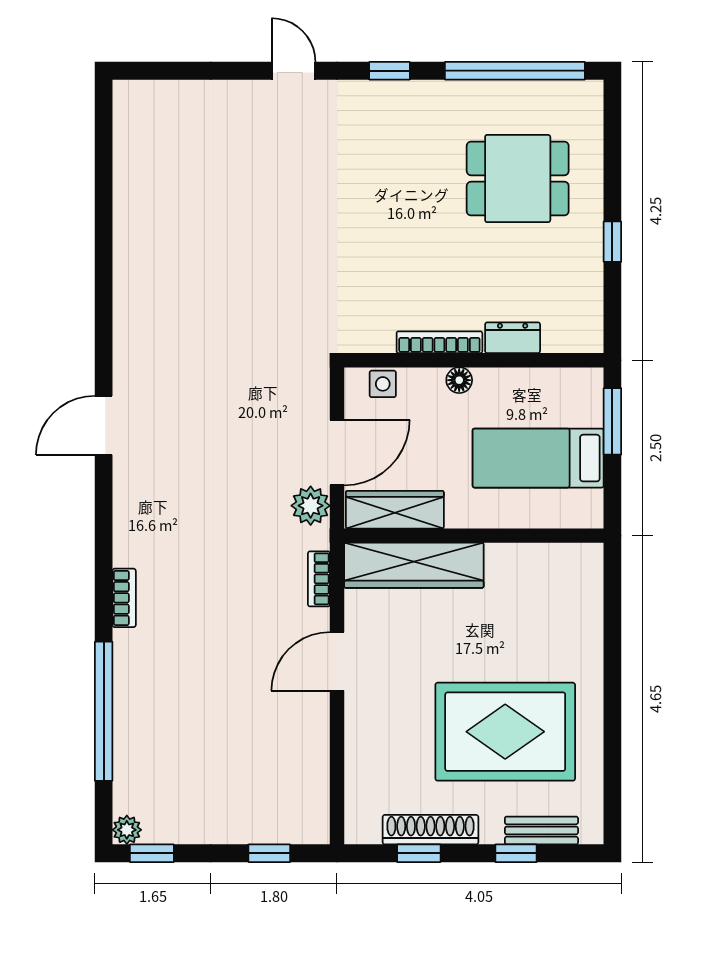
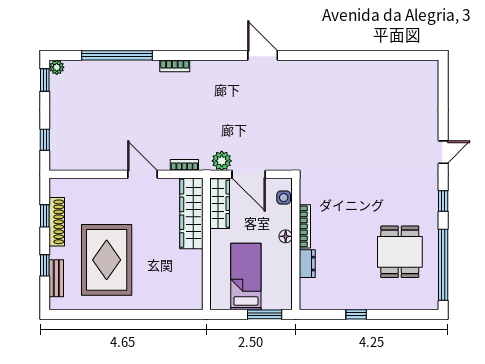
dining table: (518, 179) -> (400, 252), moved

